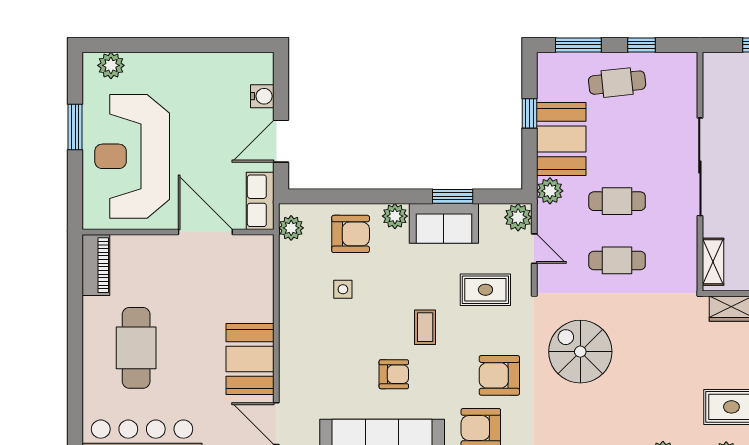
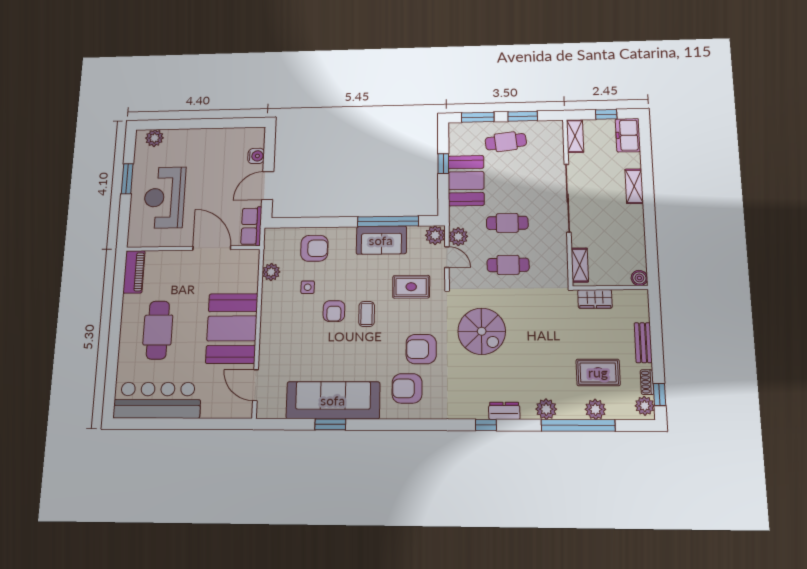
window: (641, 45) -> (523, 116), width x1.50
shelving: (713, 76) -> (575, 136), added
reception desk: (132, 156) -> (164, 198), width x0.74, depth x0.77
plant: (550, 191) -> (458, 237), moved
window: (453, 196) -> (388, 221), width x2.11
plant: (395, 216) -> (346, 236), removed
plant: (291, 228) -> (271, 272), moved
spiral stairs: (580, 352) -> (482, 331), turned 180
booth: (250, 359) -> (232, 328), width x1.36, depth x1.42
armchair: (394, 374) -> (334, 311), moved, turned 90

